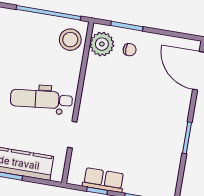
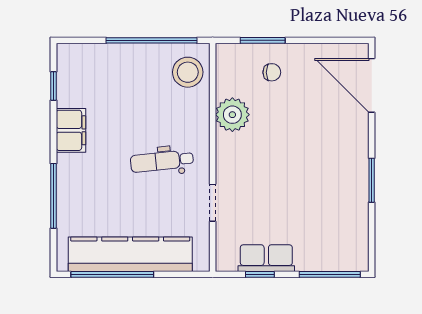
plant: (102, 44) -> (232, 115), moved
dental chair: (41, 99) -> (162, 161), width x0.73, depth x0.72

